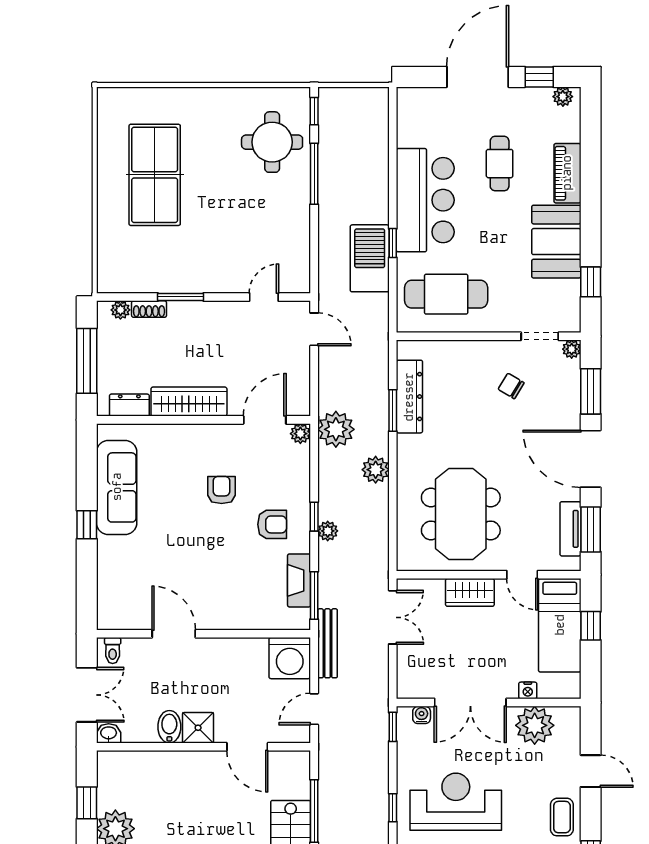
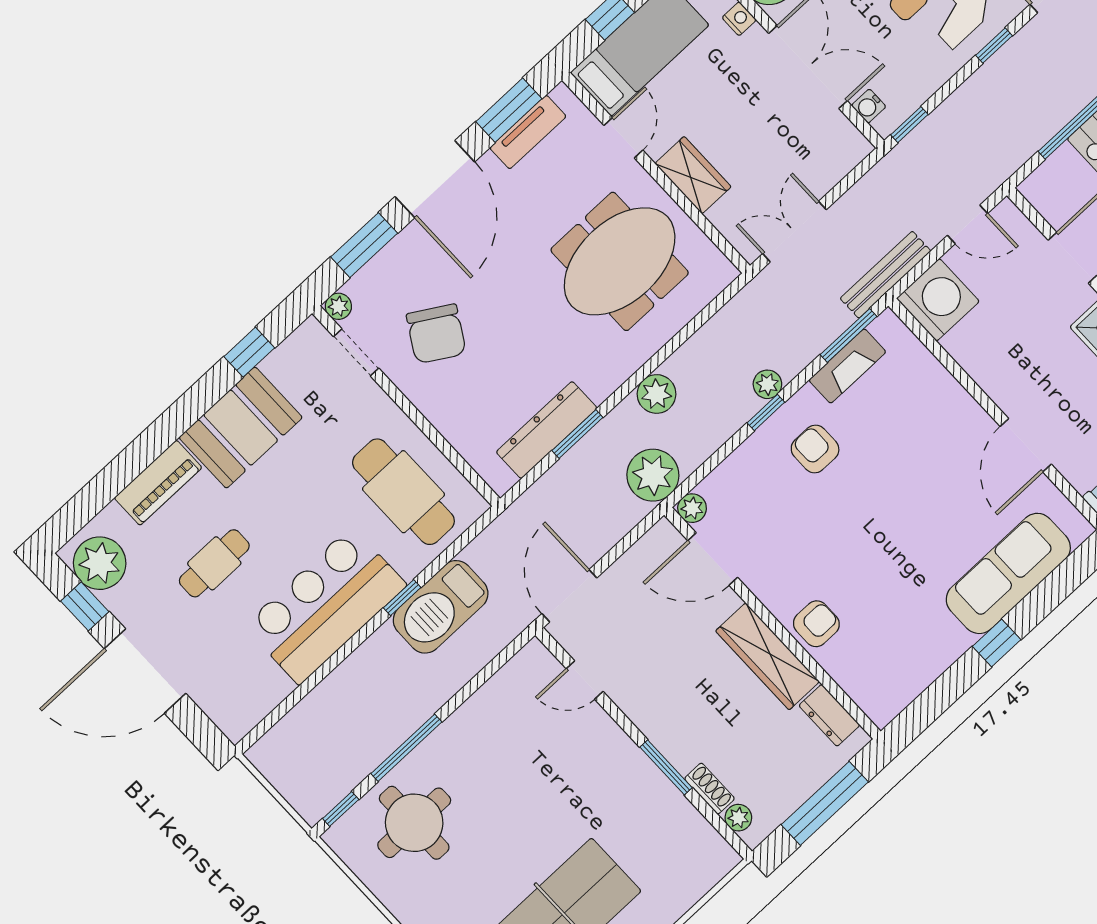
plant: (563, 97) -> (100, 563), width x1.88, depth x1.88
door: (314, 329) -> (569, 596), width x1.38
chair: (511, 386) -> (436, 334), width x1.87, depth x1.87
sofa: (117, 487) -> (1008, 573), moved
armchair: (222, 490) -> (816, 624), moved, turned 180

